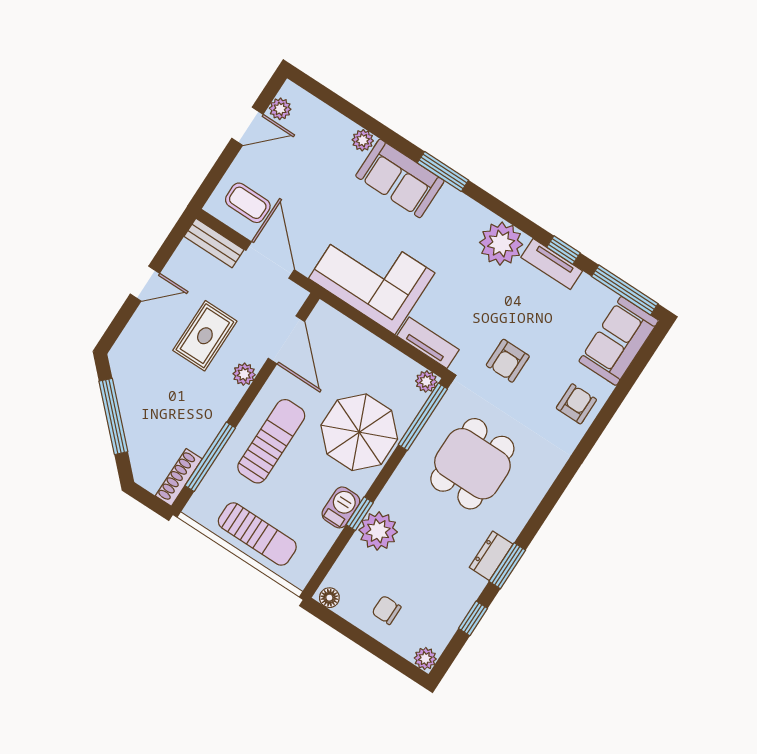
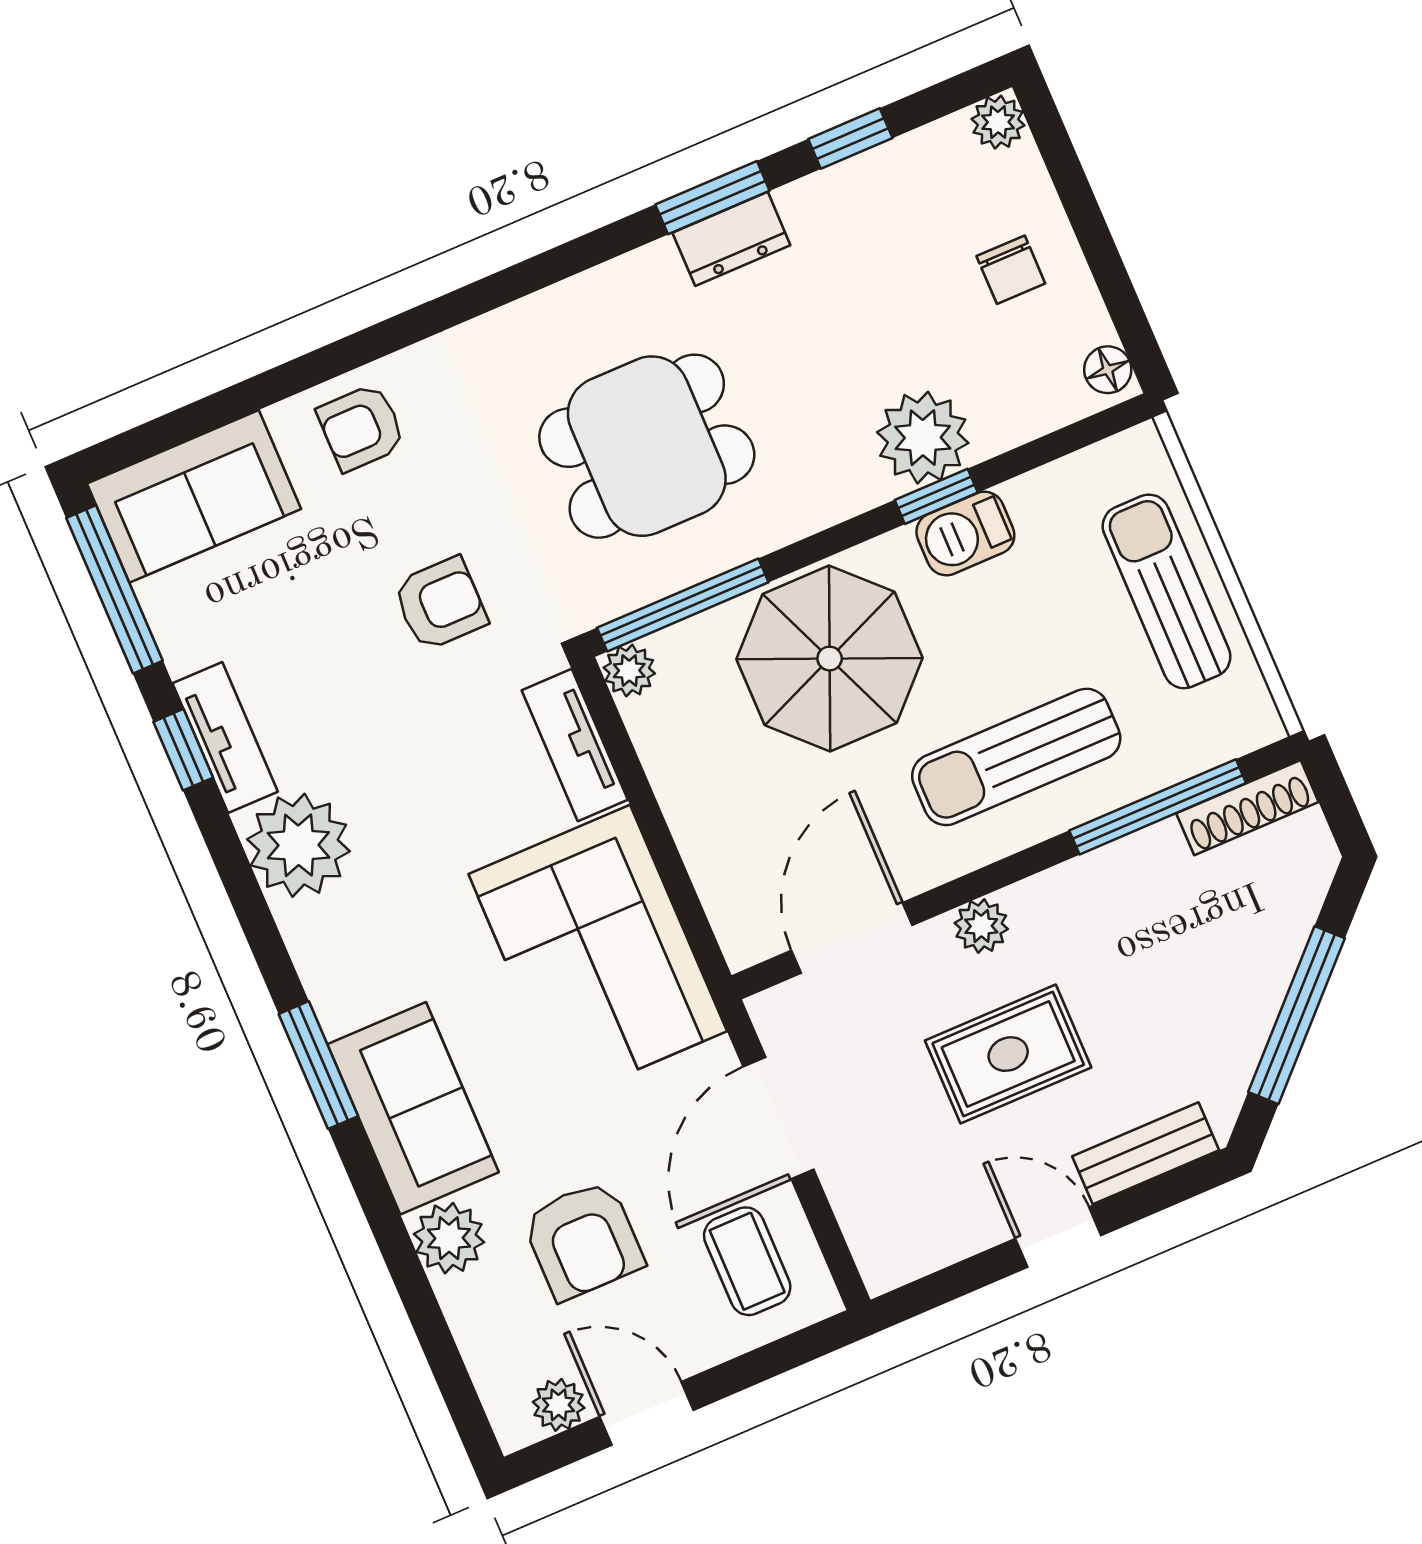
plant: (363, 140) -> (449, 1238), width x1.38, depth x1.38
armchair: (310, 172) -> (583, 1240), added
bench: (214, 243) -> (1146, 1153), moved, turned 90

